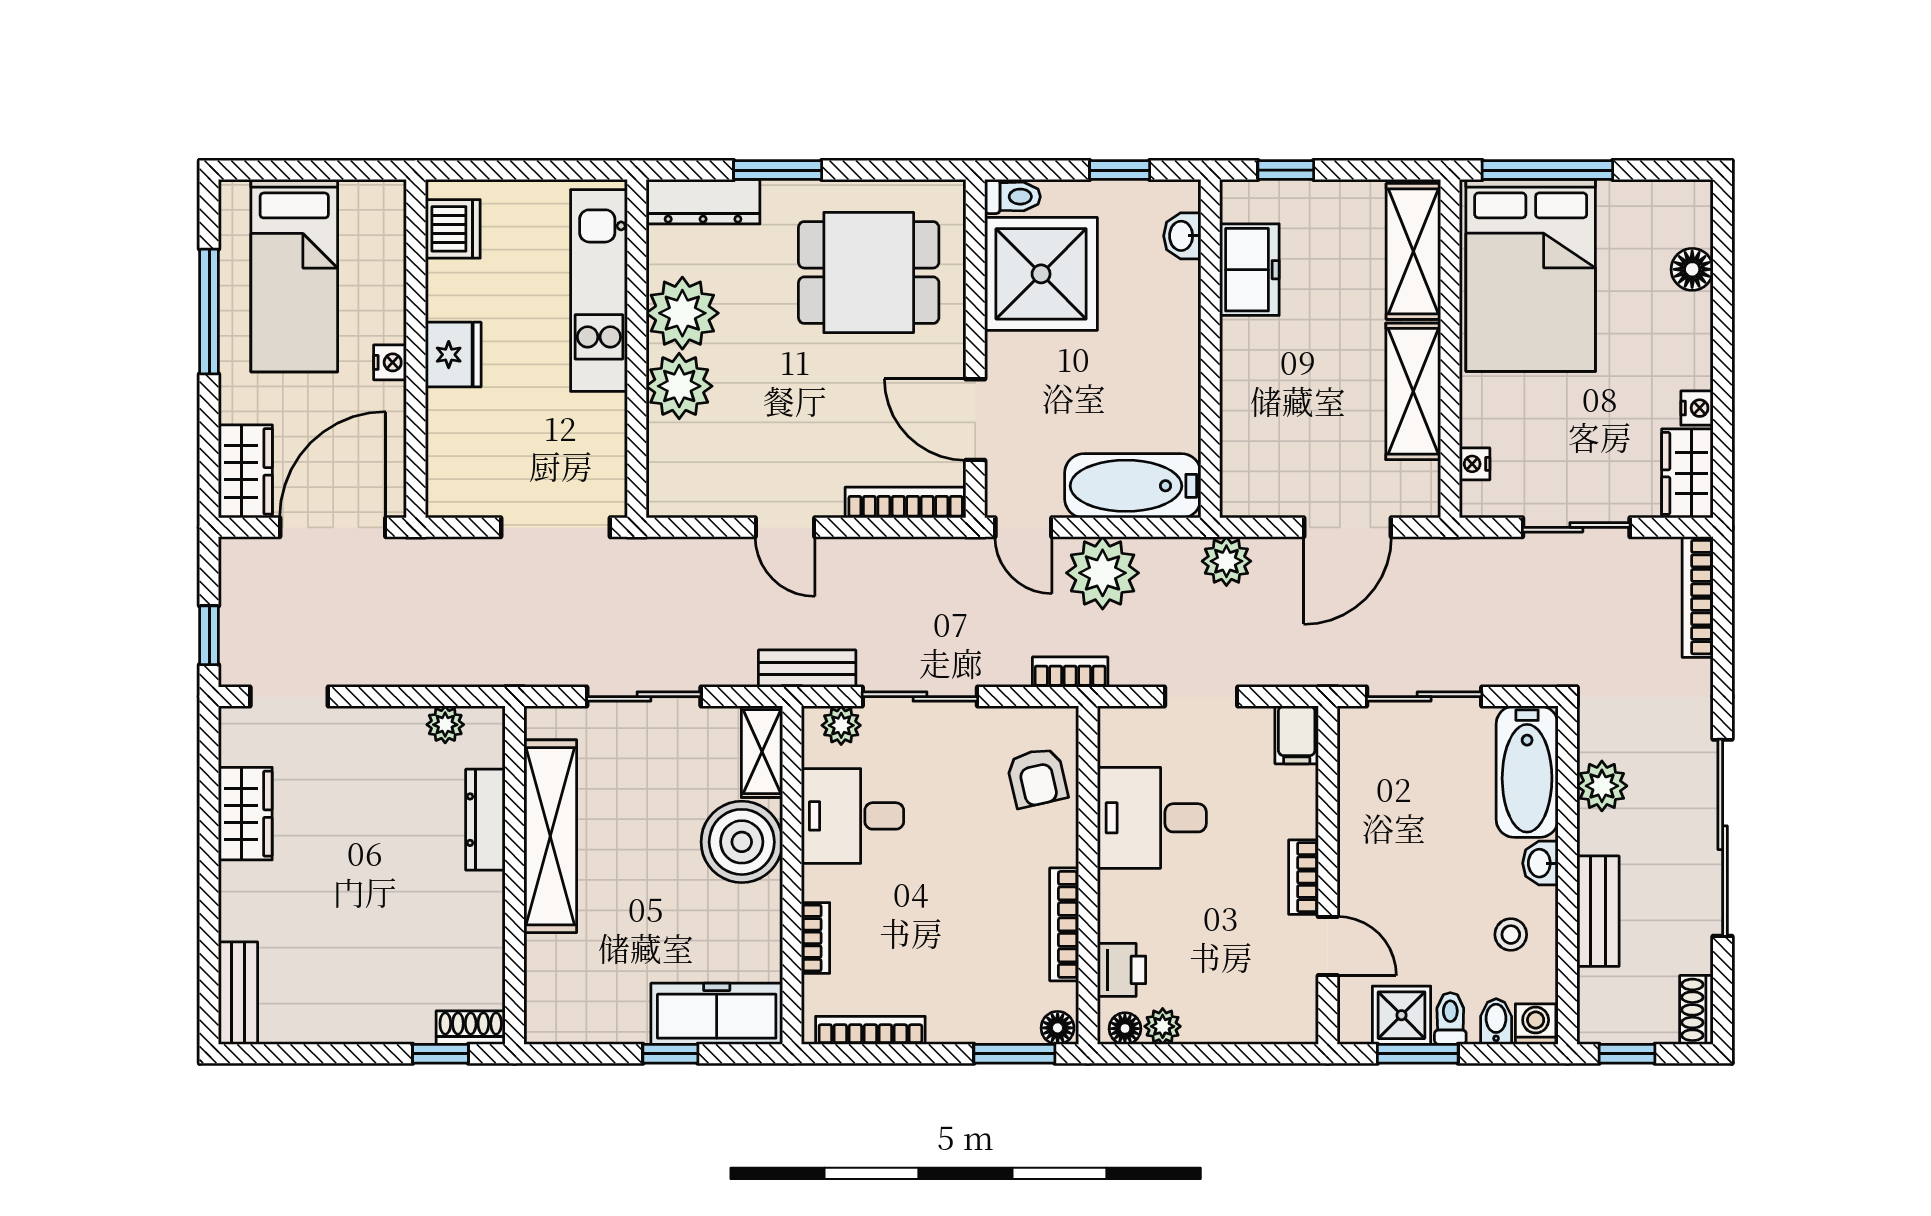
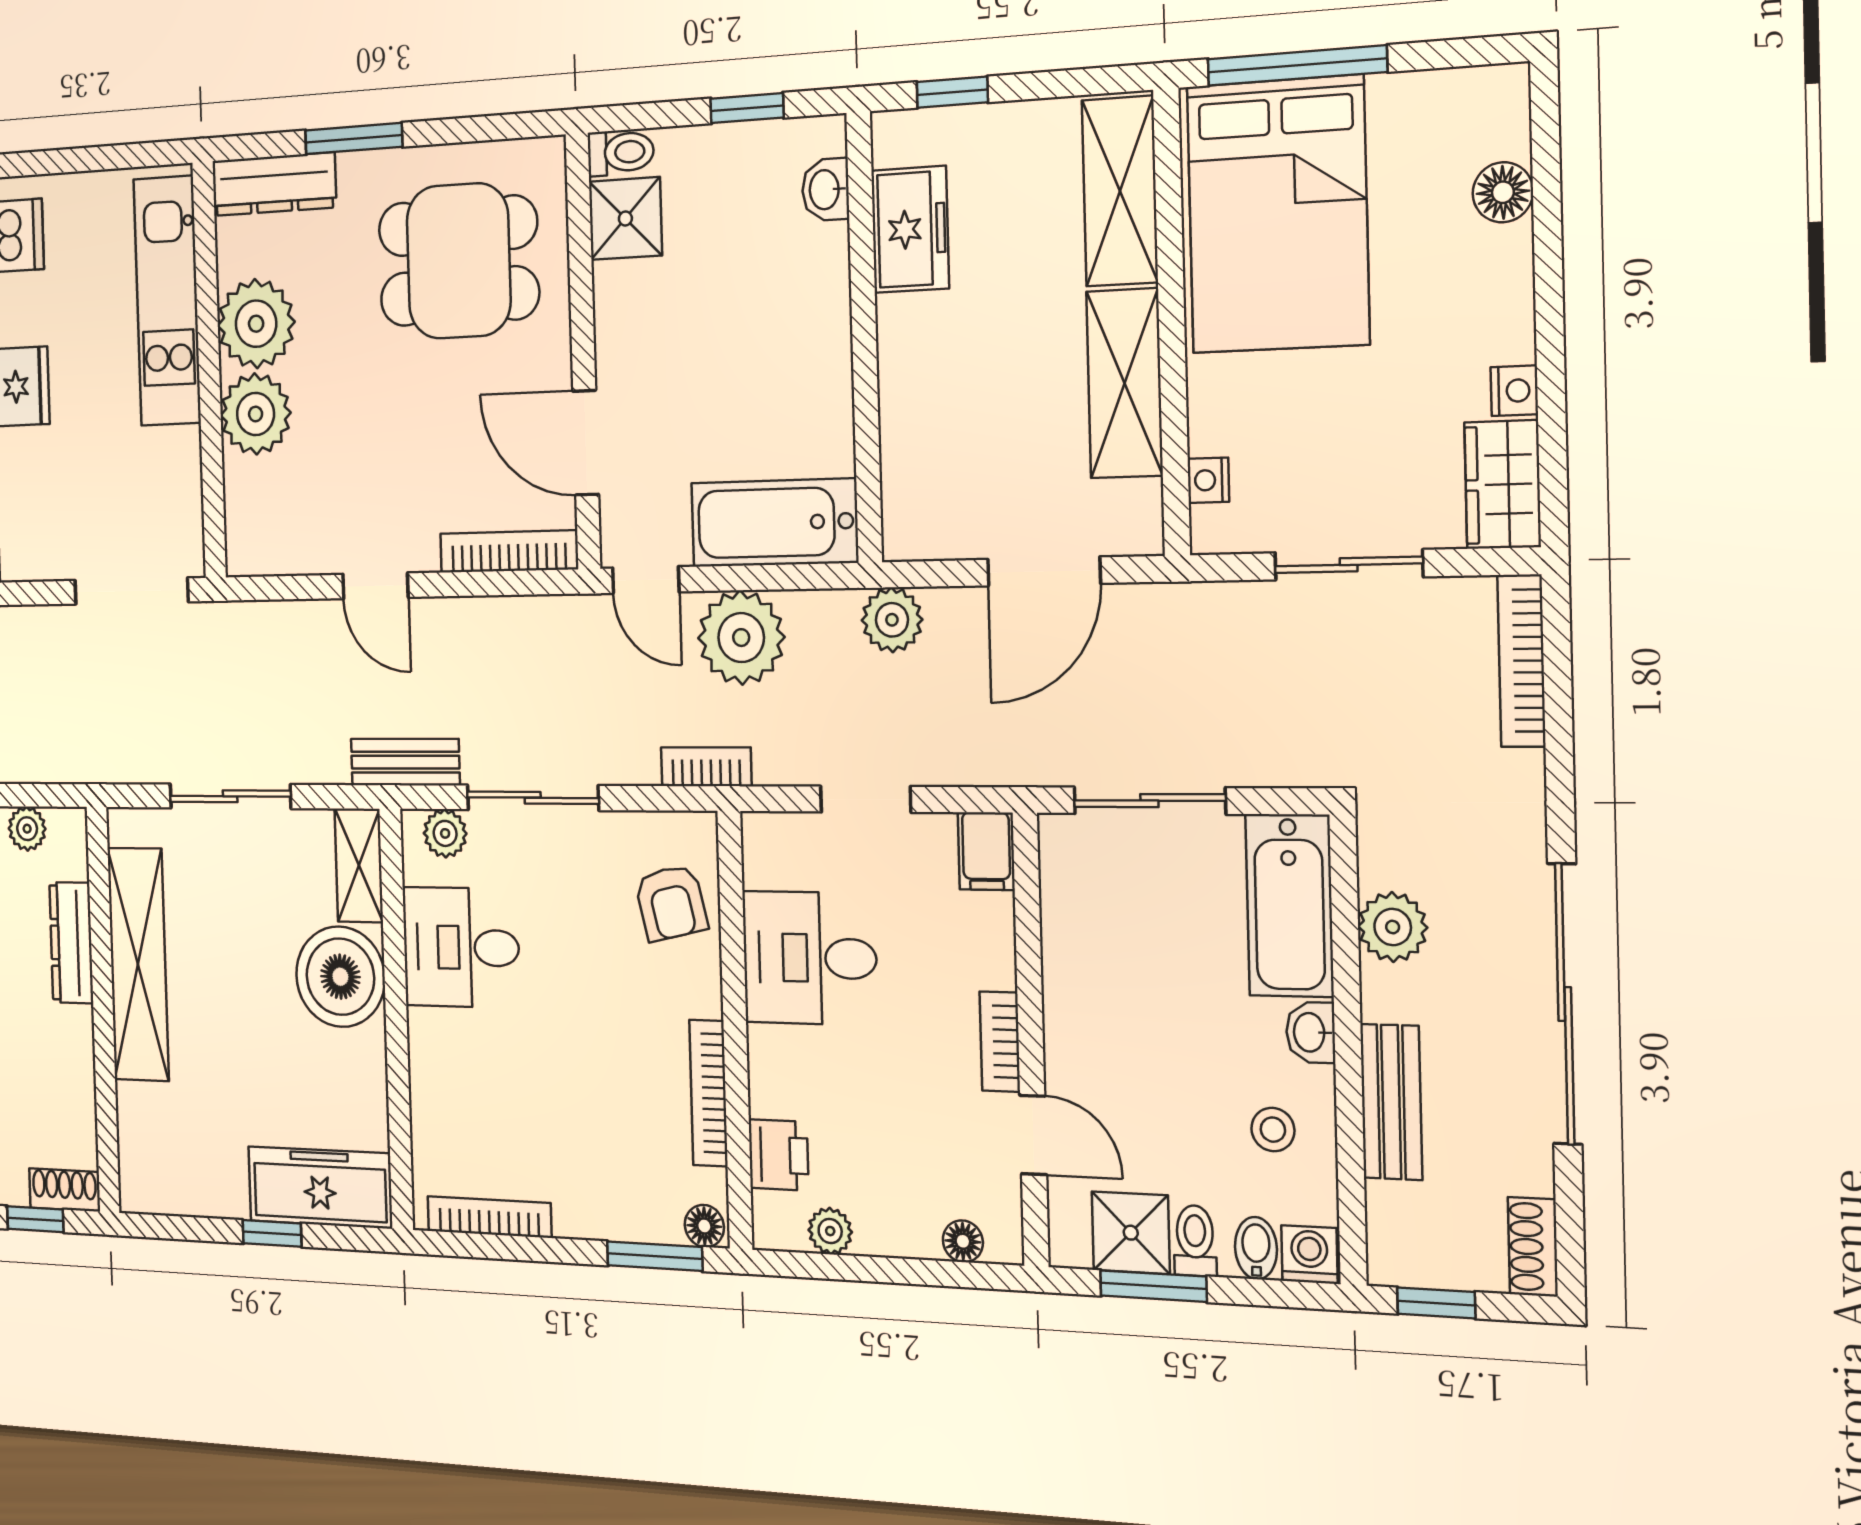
shower: (1041, 274) -> (625, 218), width x0.54, depth x0.54
bookcase: (815, 938) -> (425, 1099), removed
floor lamp: (1125, 1029) -> (963, 1241), moved

